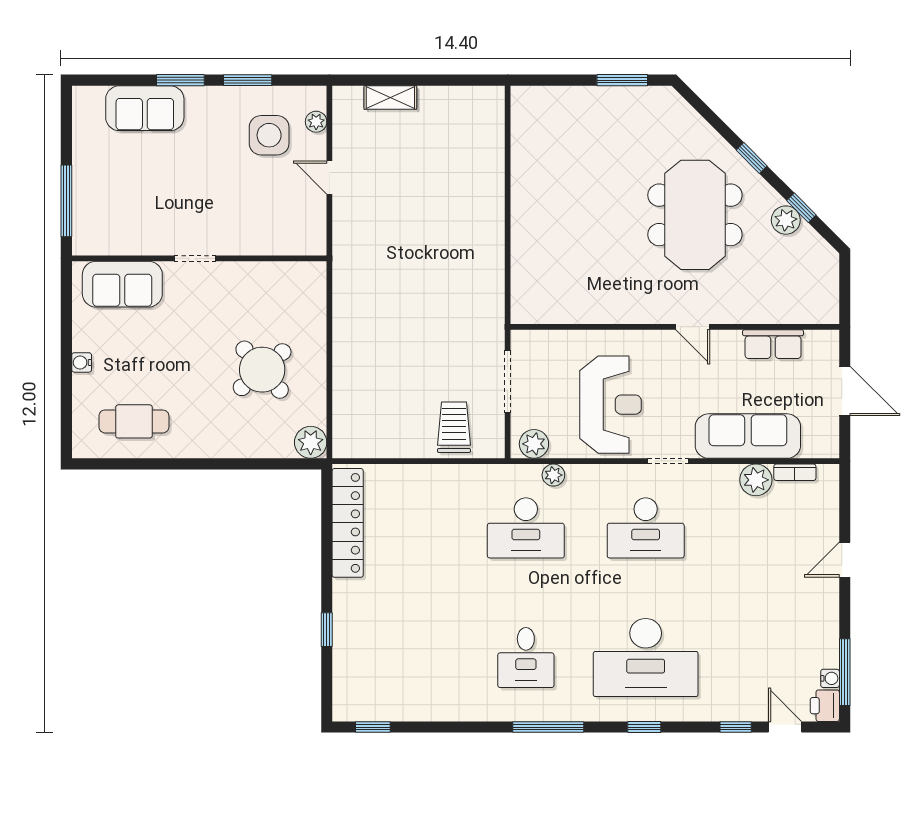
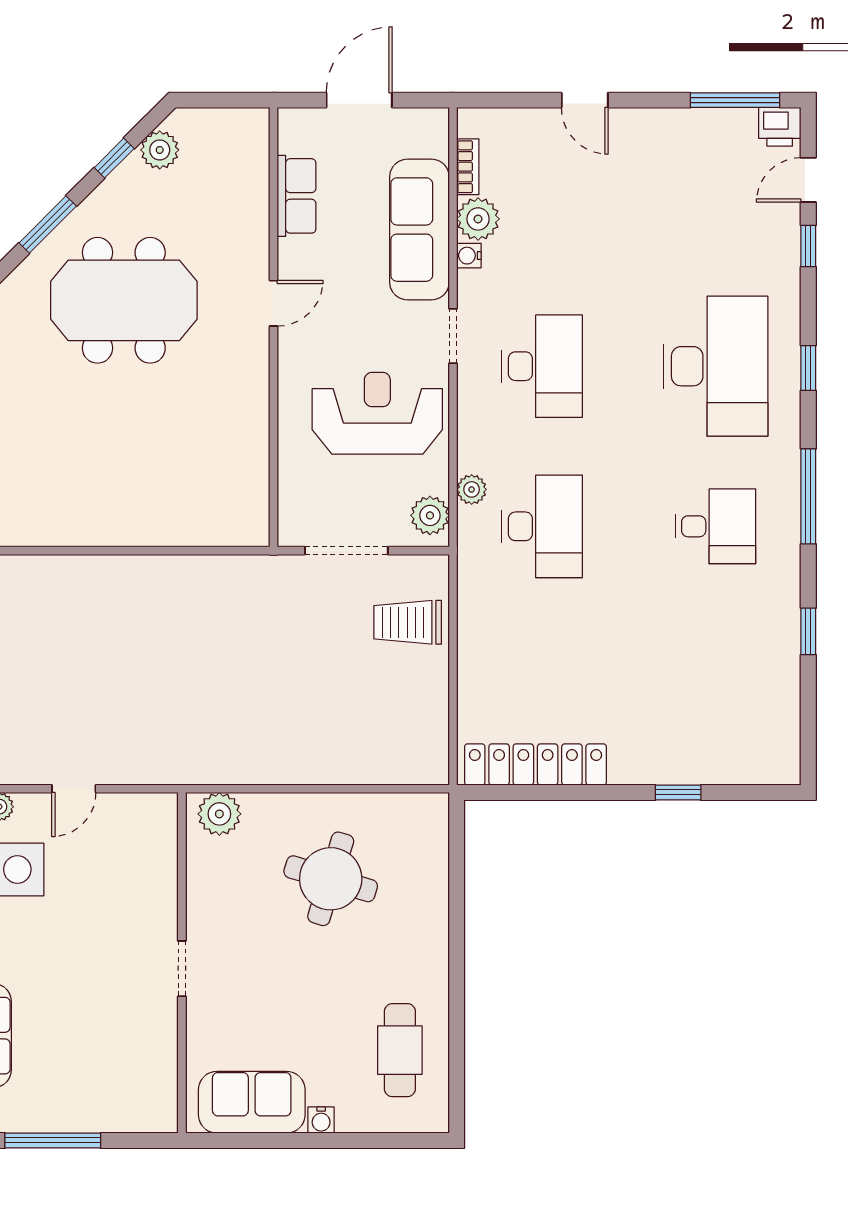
window: (752, 158) -> (48, 225), width x1.50
window: (66, 201) -> (53, 1140), moved
plant: (786, 220) -> (160, 150), moved
sofa: (122, 284) -> (252, 1102), moved, turned -90
round table: (262, 370) -> (331, 879), turned -32
plant: (311, 442) -> (219, 814), moved
water cooler: (830, 678) -> (469, 256), moved, turned -90
window: (373, 727) -> (808, 631), moved

